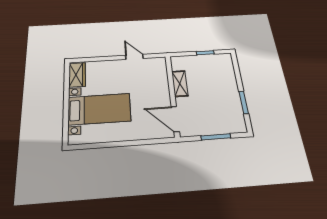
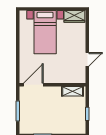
shelving: (180, 84) -> (73, 91), moved

